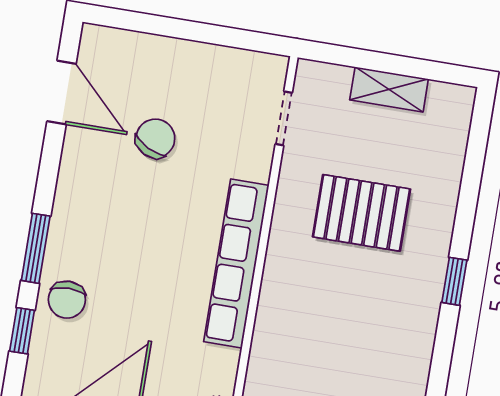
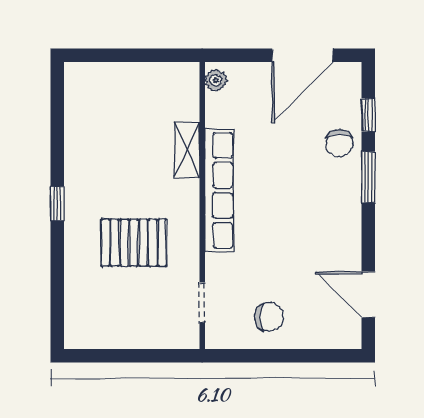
shelving: (389, 89) -> (187, 150), moved, turned 90
chair: (155, 138) -> (269, 317), moved, turned -117
chair: (67, 300) -> (339, 143), turned 180

